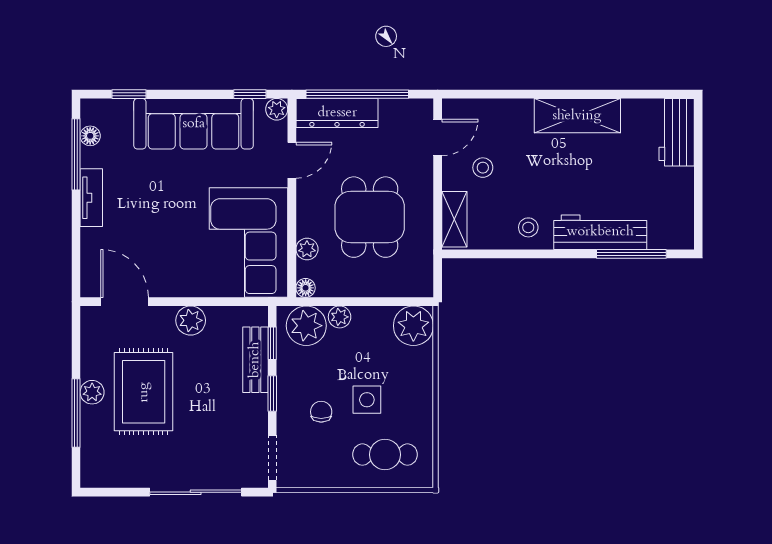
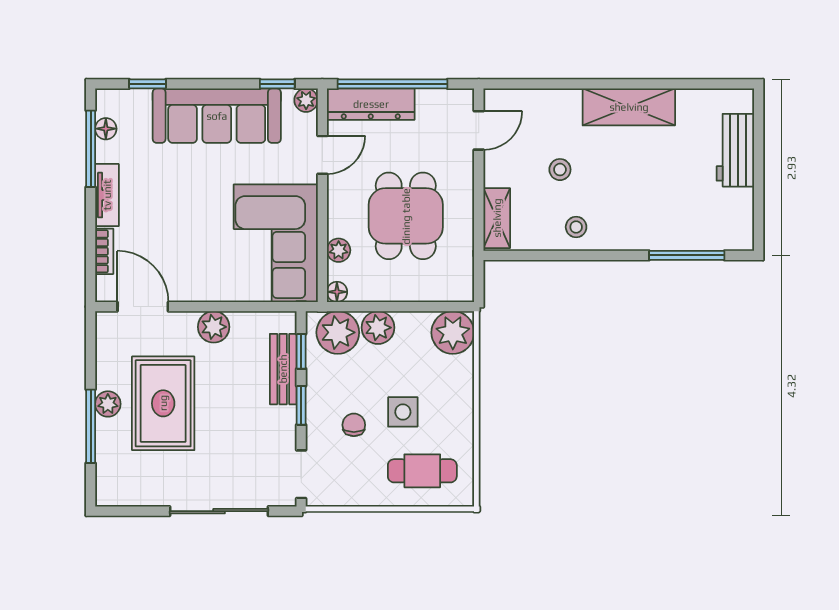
workbench: (677, 132) -> (735, 150), moved
stool: (483, 168) -> (560, 170), moved
workbench: (600, 232) -> (653, 232), removed
bookcase: (89, 250) -> (104, 251), added
plant: (340, 317) -> (378, 328), width x1.38, depth x1.38

